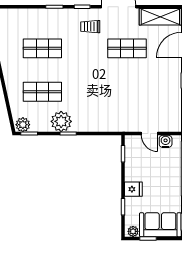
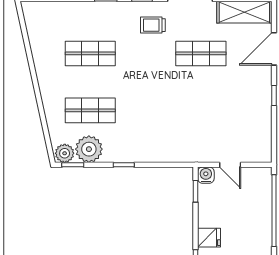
plant: (61, 121) -> (89, 149), moved
water cooler: (166, 141) -> (206, 175), moved

